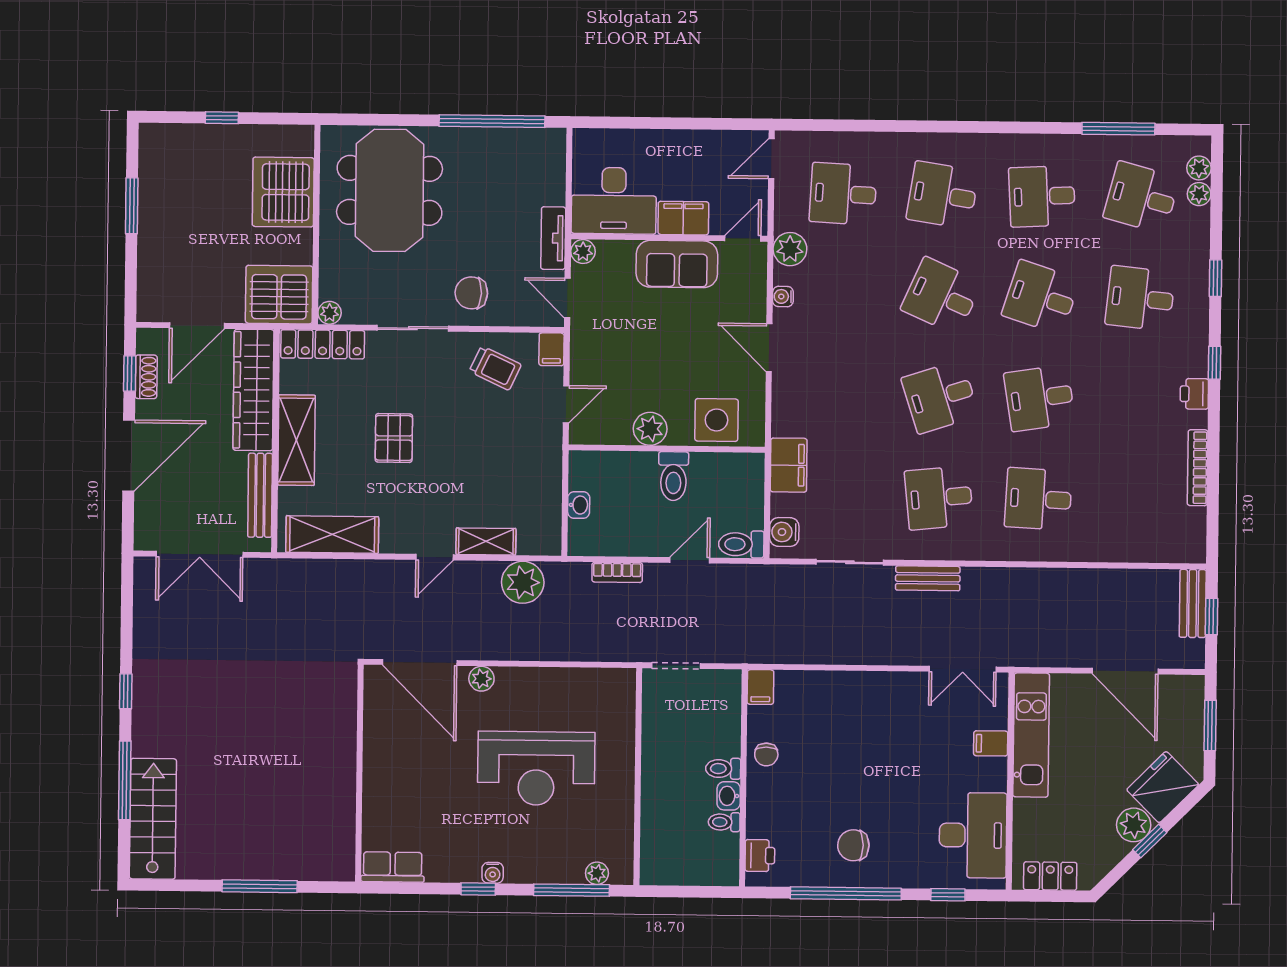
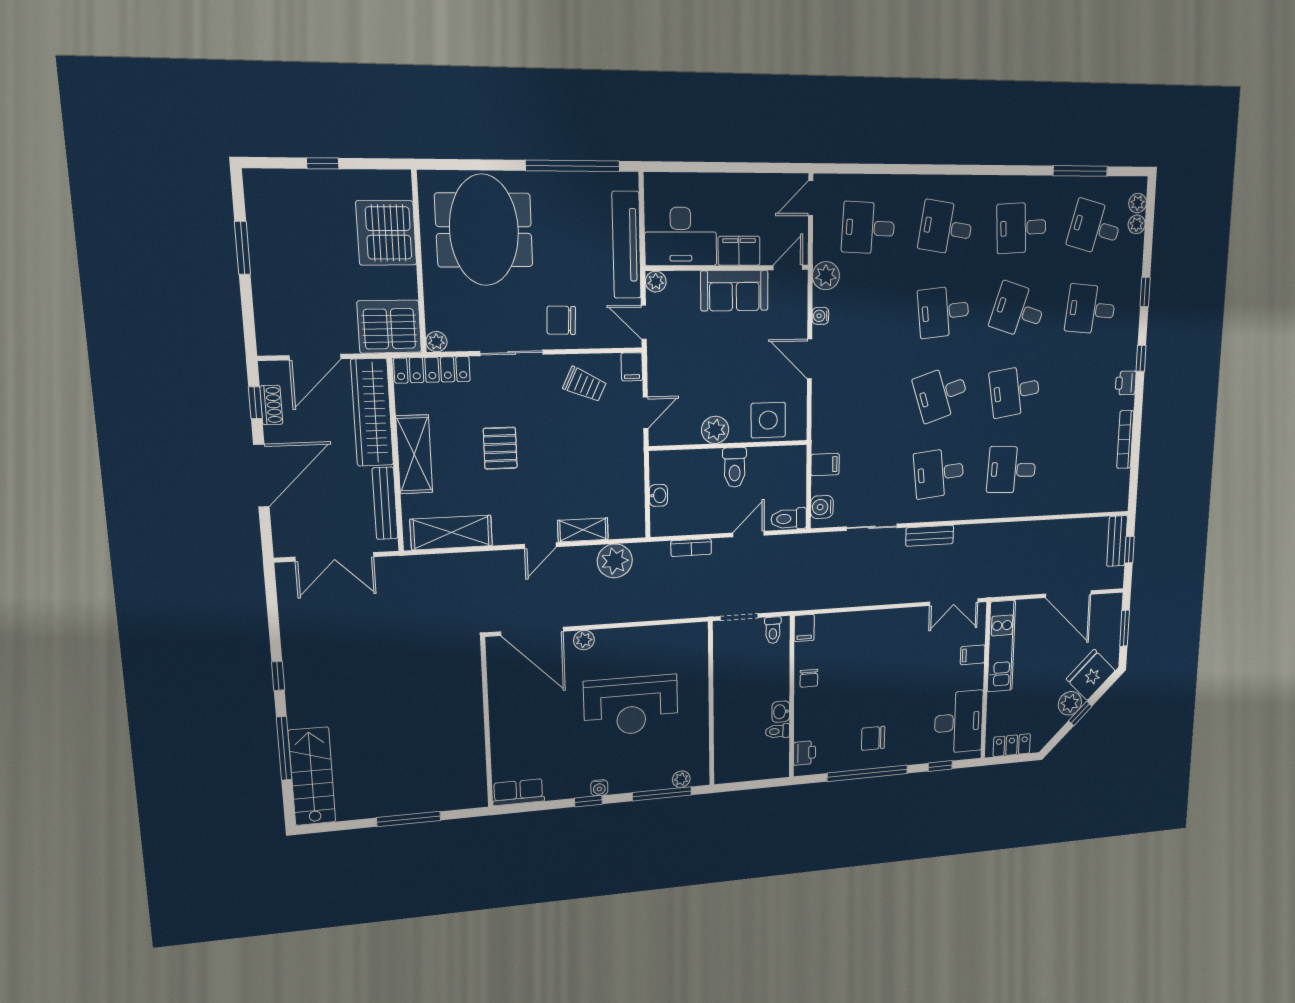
tv unit: (553, 238) -> (627, 245), width x1.92, depth x1.29
desk: (941, 296) -> (943, 312), turned -30
filing cabinet: (789, 465) -> (825, 465), width x0.50
toilet: (723, 769) -> (773, 630), moved, turned -90

